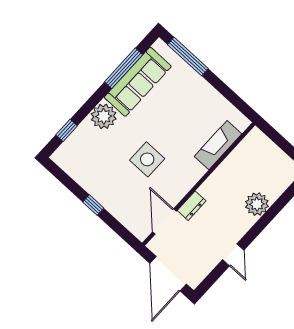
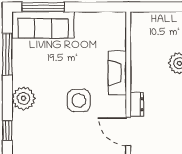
sofa: (138, 82) -> (43, 25), moved, turned 90
fireplace: (218, 145) -> (117, 73), moved

